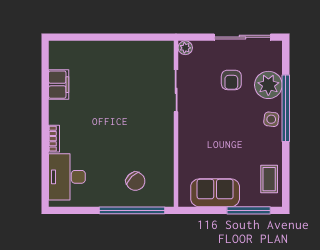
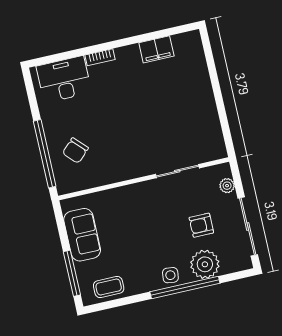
plant: (185, 48) -> (227, 186), moved

